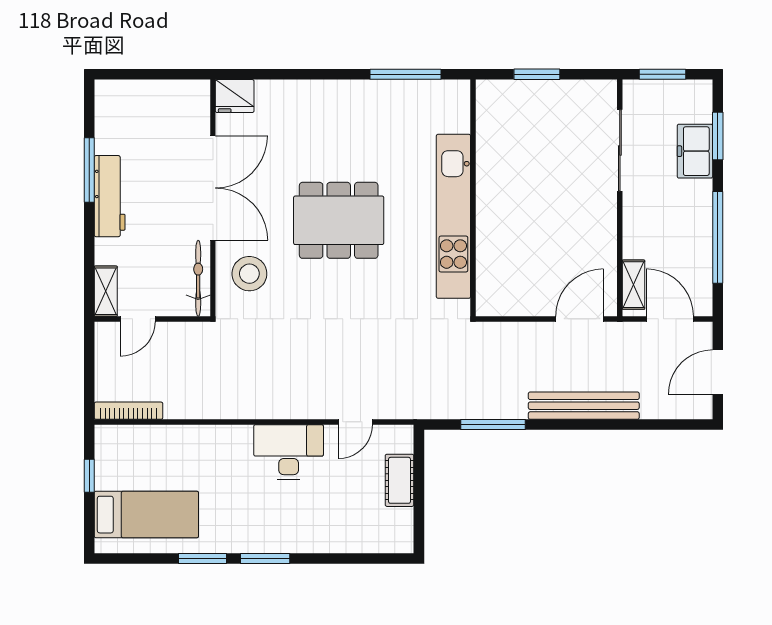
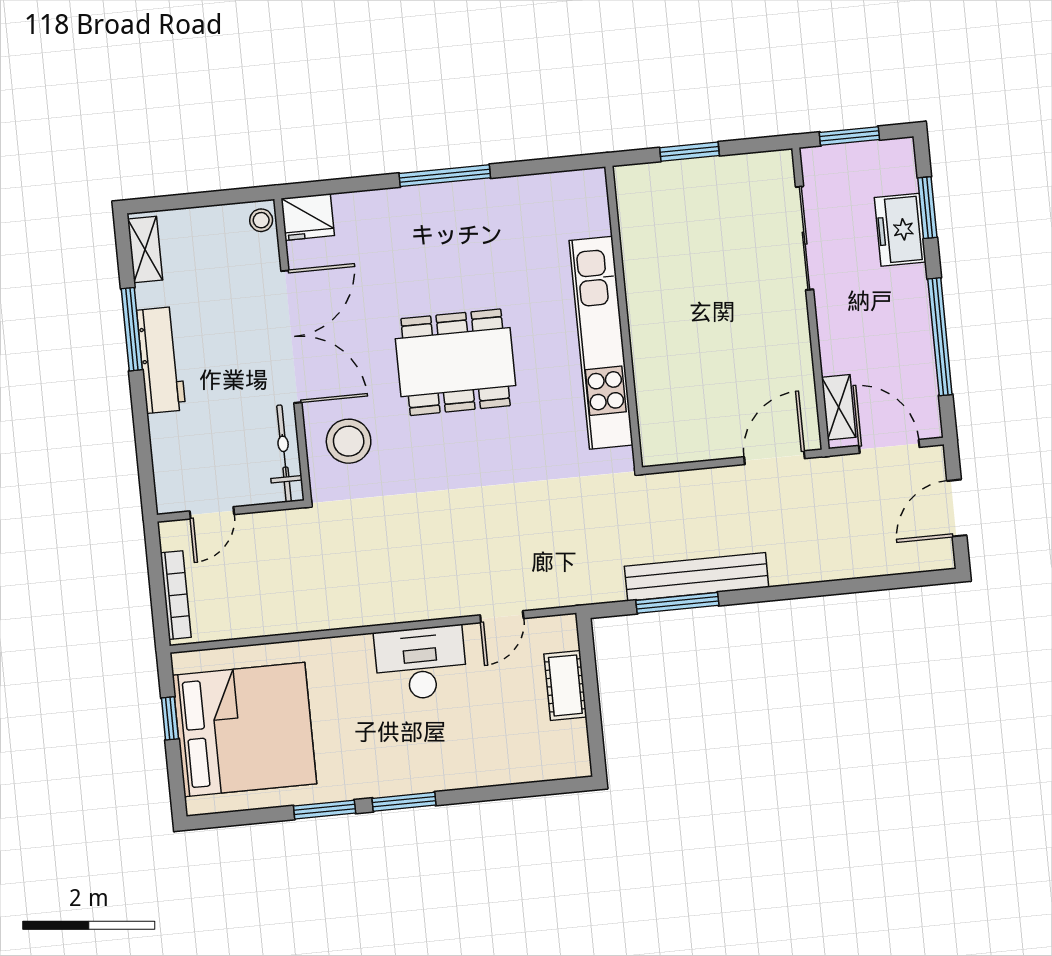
window: (406, 74) -> (445, 176), moved
stool: (198, 95) -> (261, 220), added
shelving: (106, 291) -> (145, 250), moved
bench: (584, 406) -> (697, 577), moved
bookcase: (129, 411) -> (176, 595), moved, turned 90
bed: (146, 515) -> (244, 729), width x2.04

